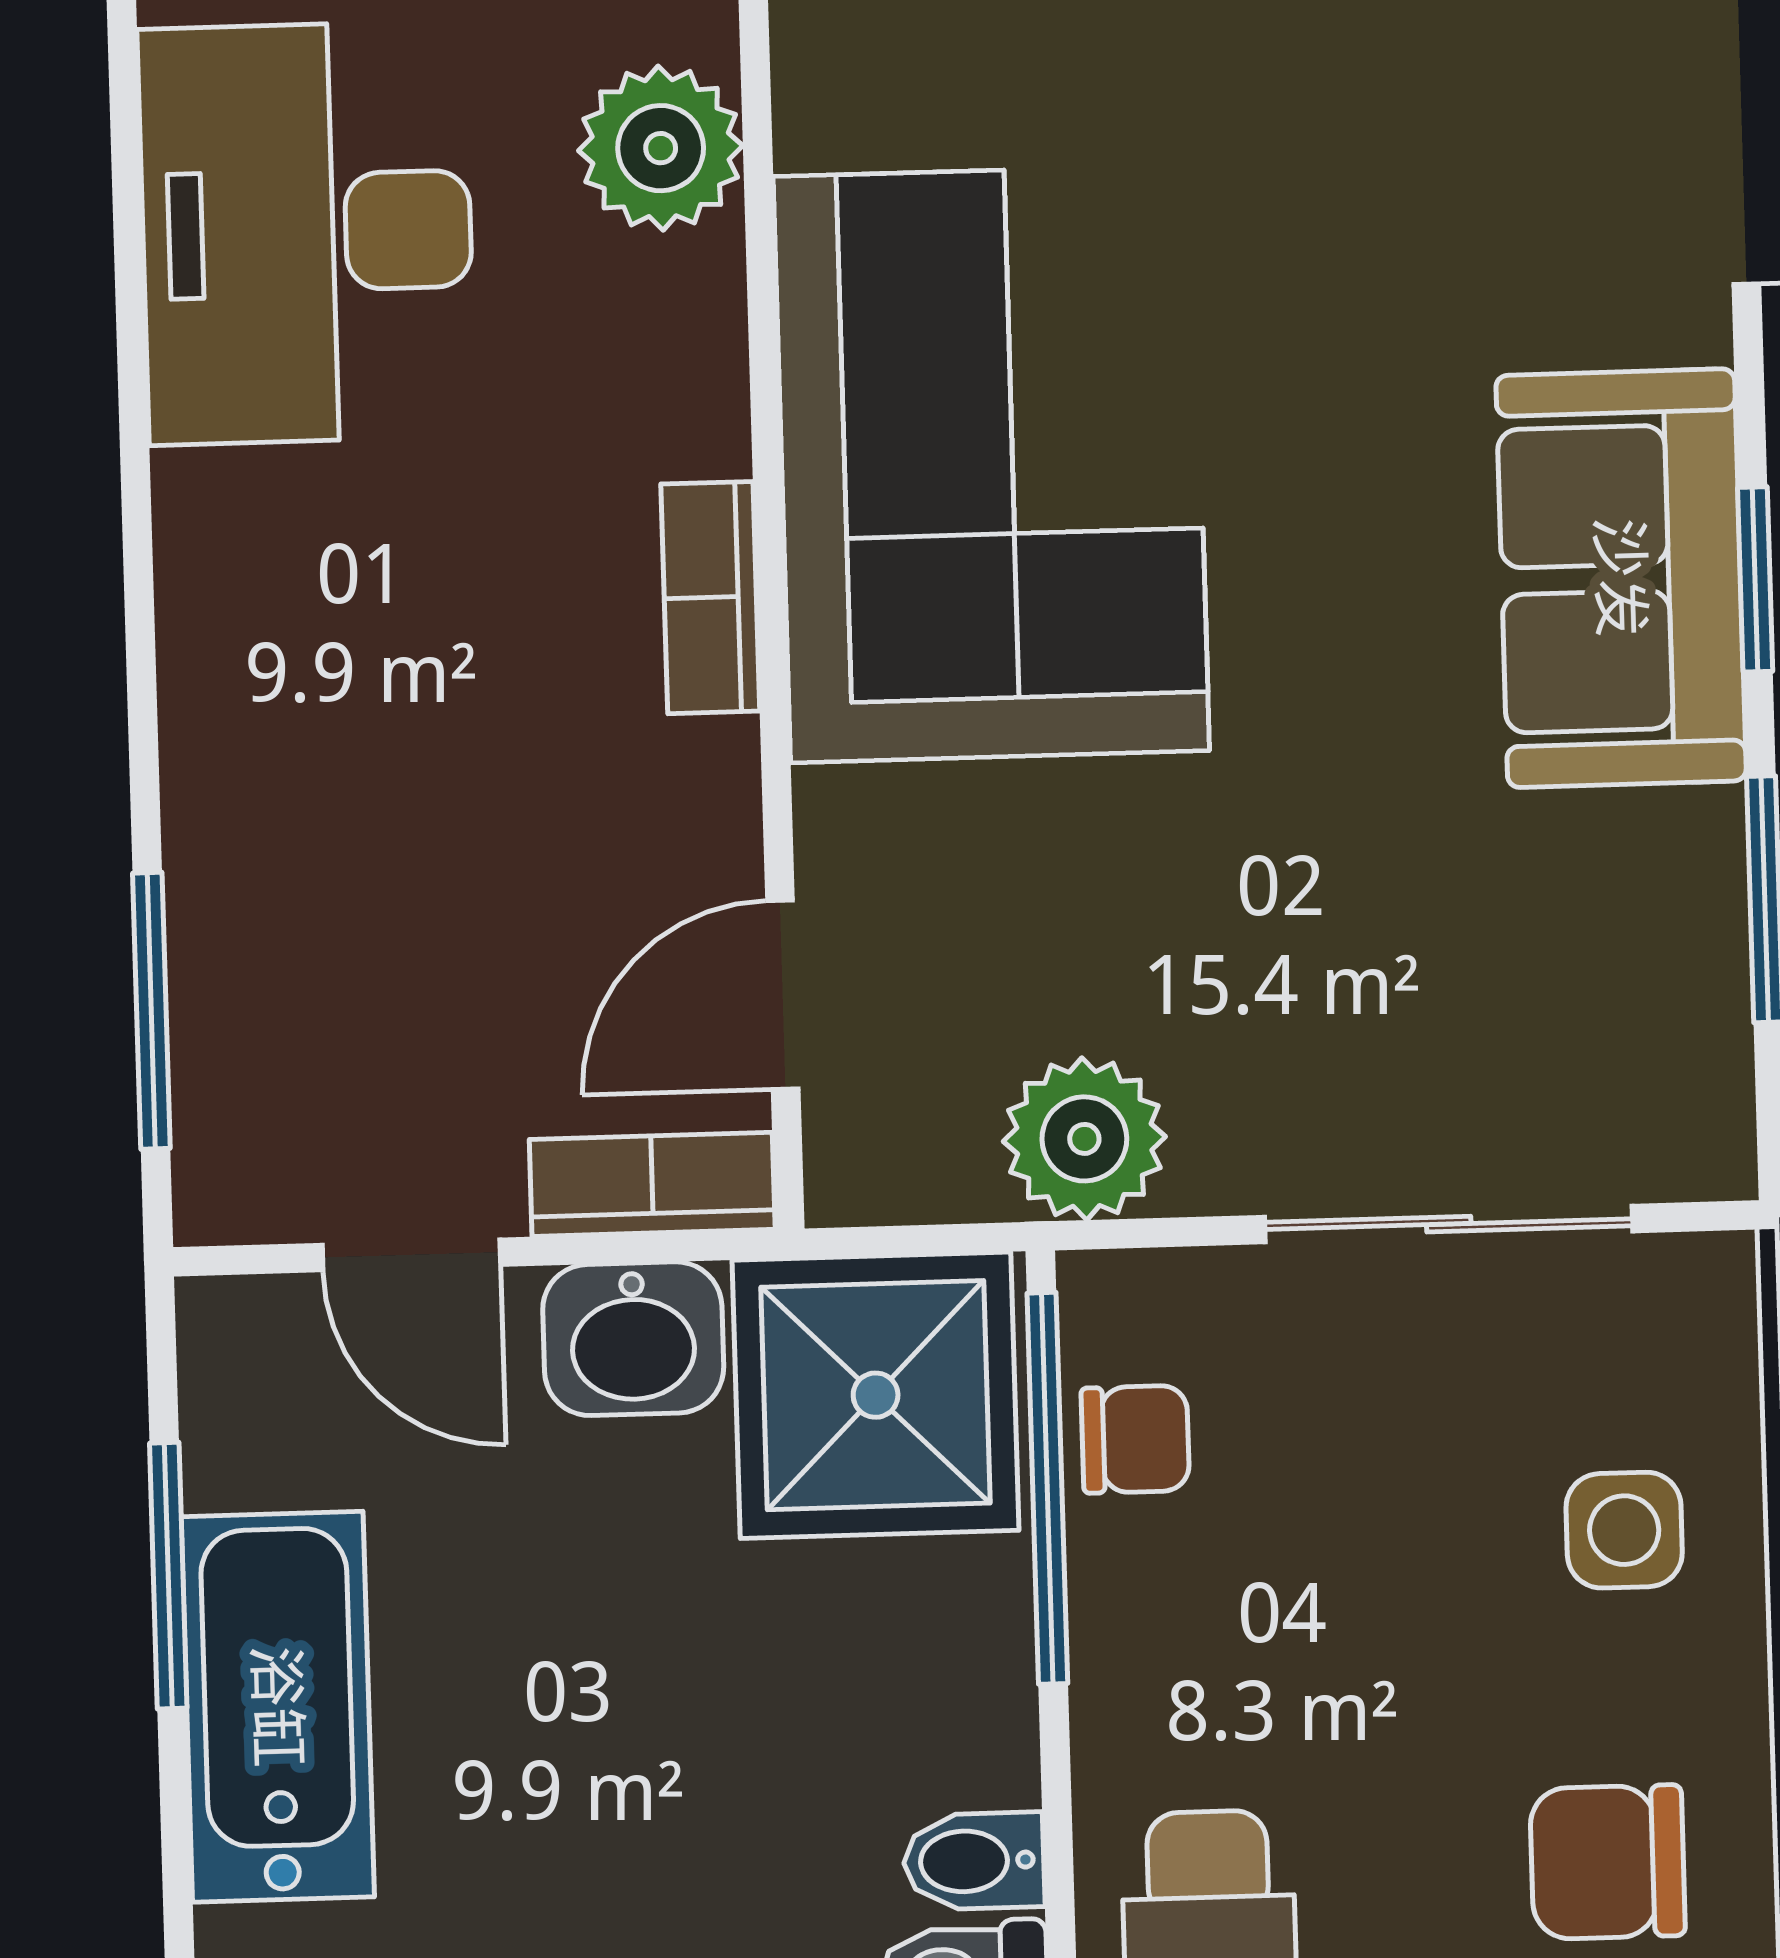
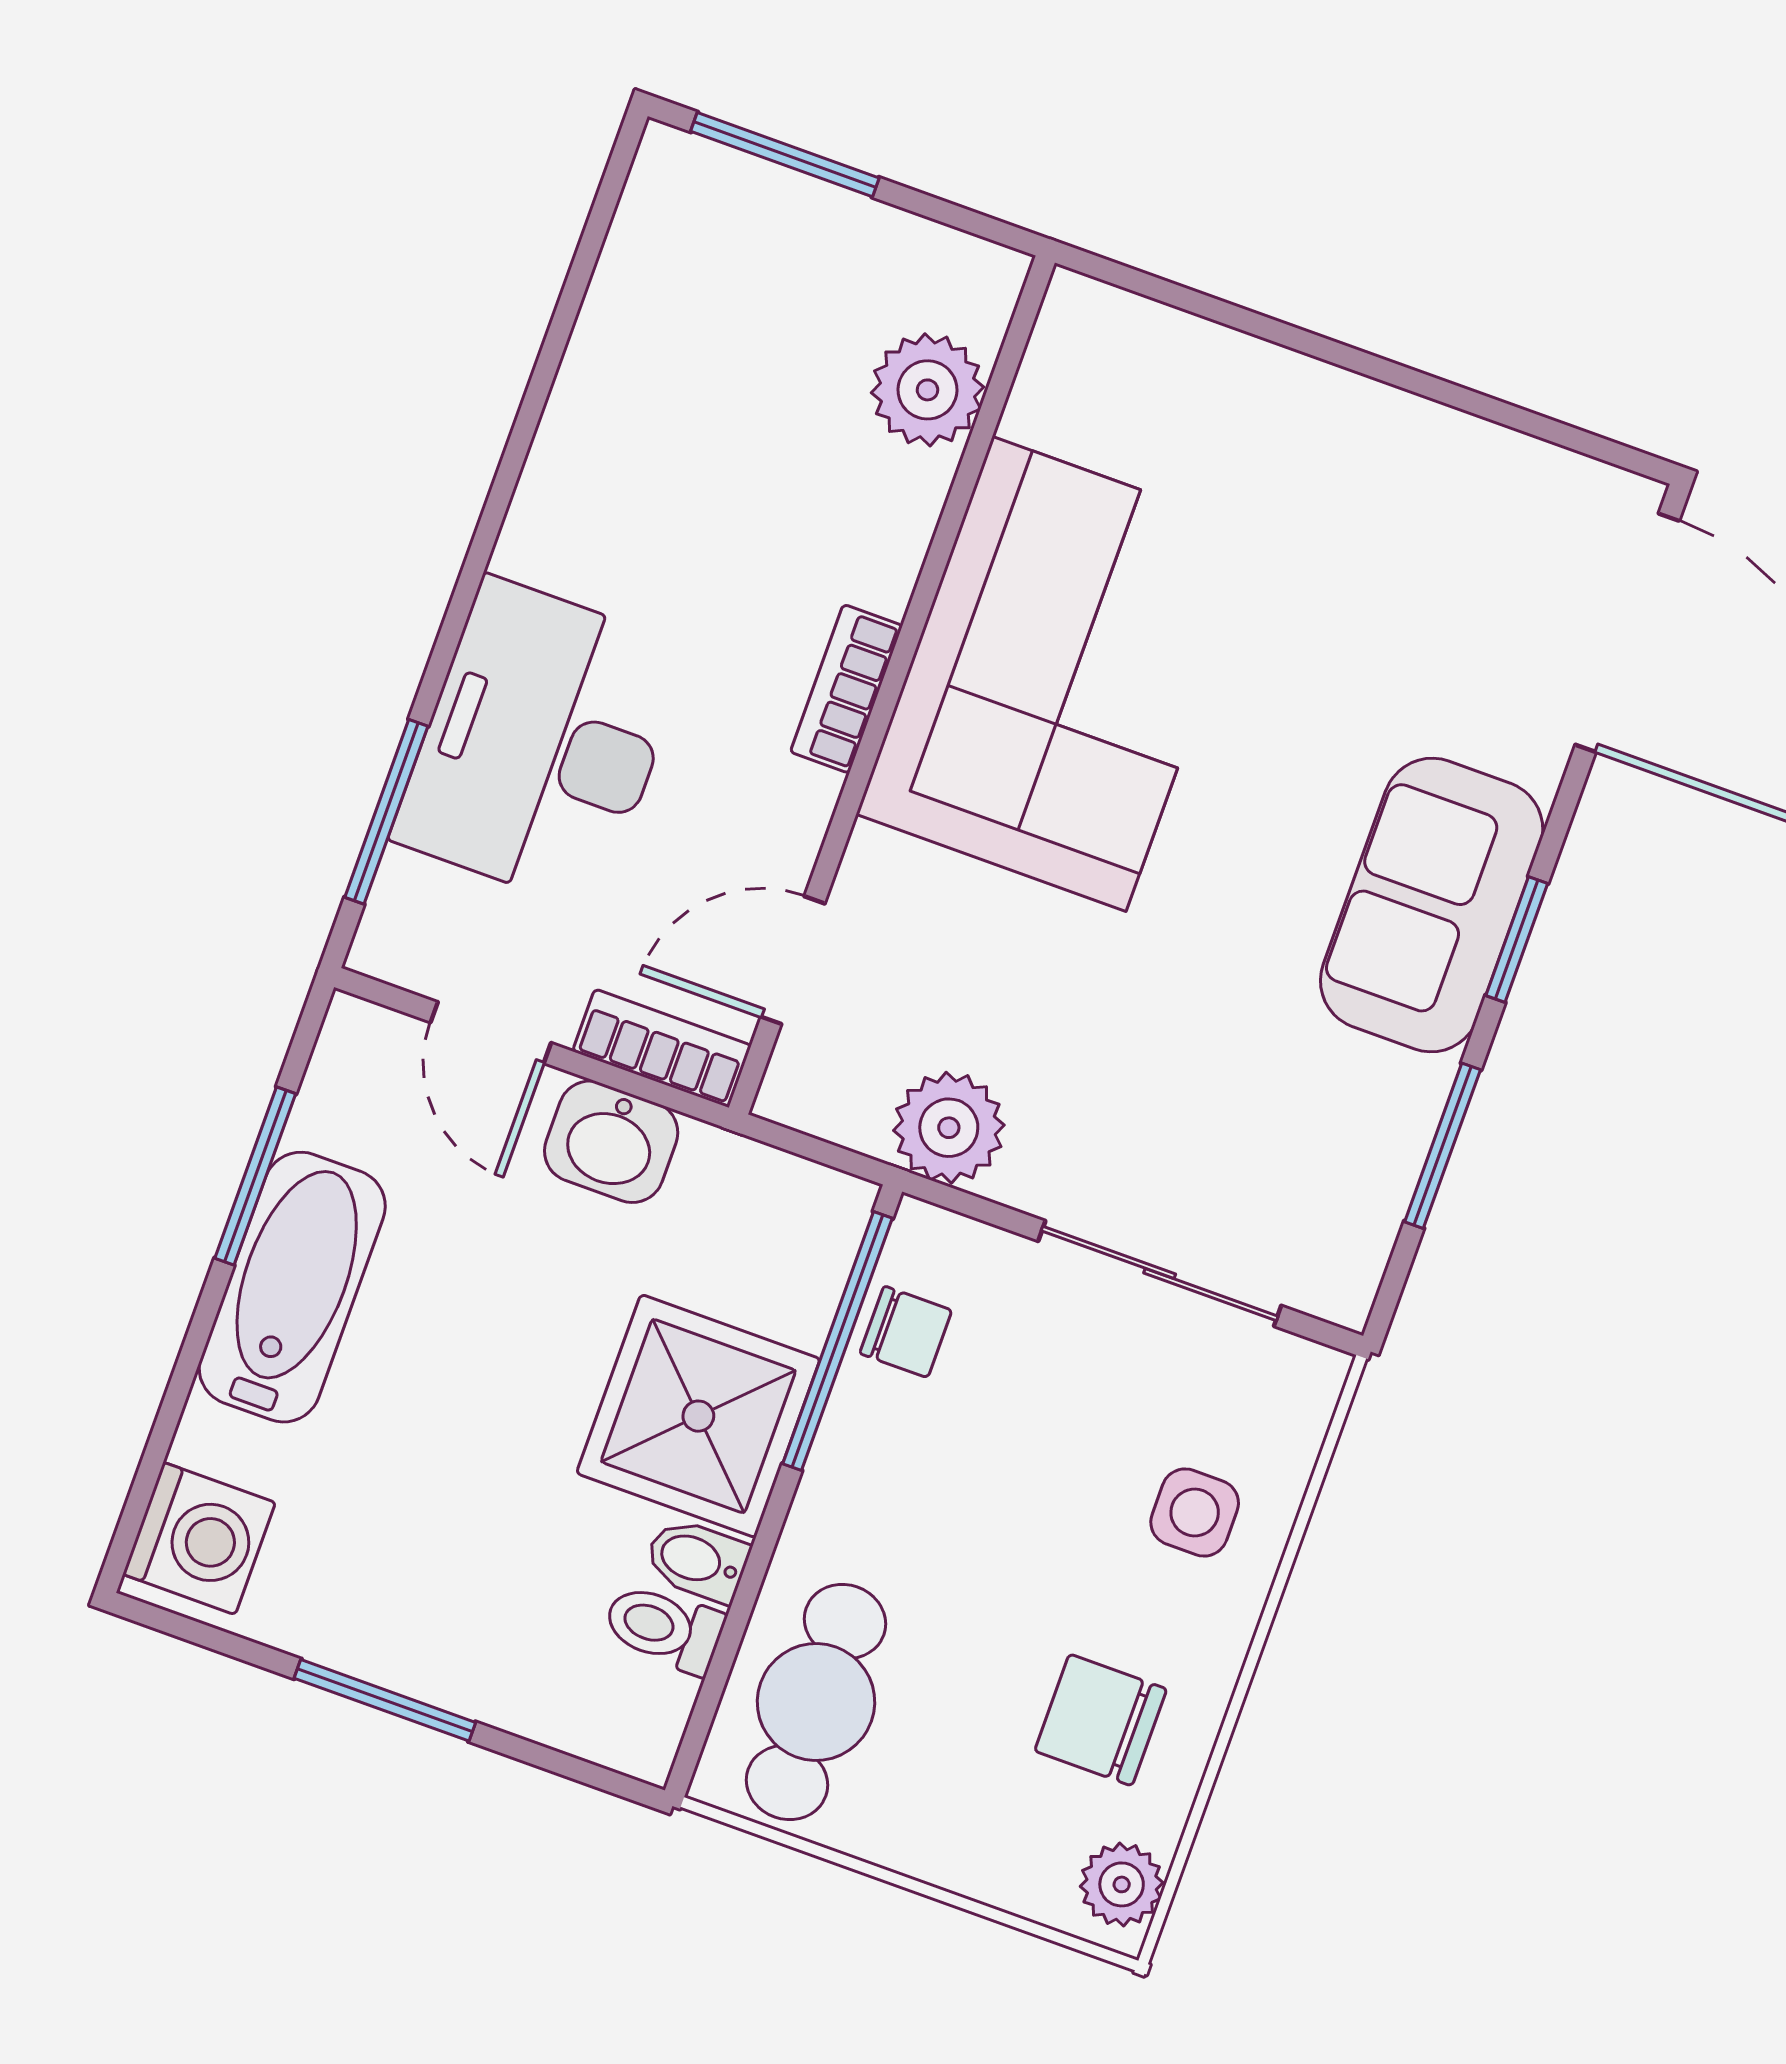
desk: (307, 233) -> (541, 744), moved
shower: (876, 1395) -> (698, 1416), moved

